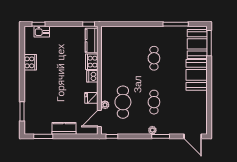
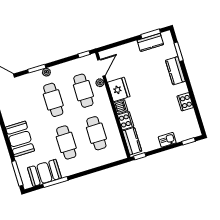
kitchen sink: (42, 32) -> (167, 140), moved
booth: (197, 44) -> (44, 173), moved, turned 90
cafe table: (123, 58) -> (96, 133), added
cafe table: (154, 58) -> (66, 142), width x1.37, depth x1.35
kitchen counter: (30, 94) -> (175, 71), added
fridge: (91, 98) -> (119, 89), width x1.88, depth x1.34
cafe table: (154, 102) -> (53, 100), width x1.37, depth x1.35
kitchen counter: (64, 128) -> (150, 42), moved

